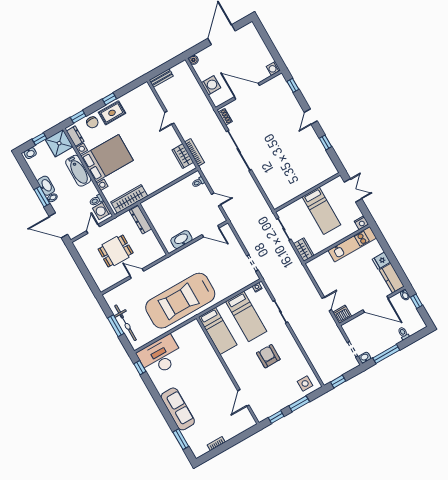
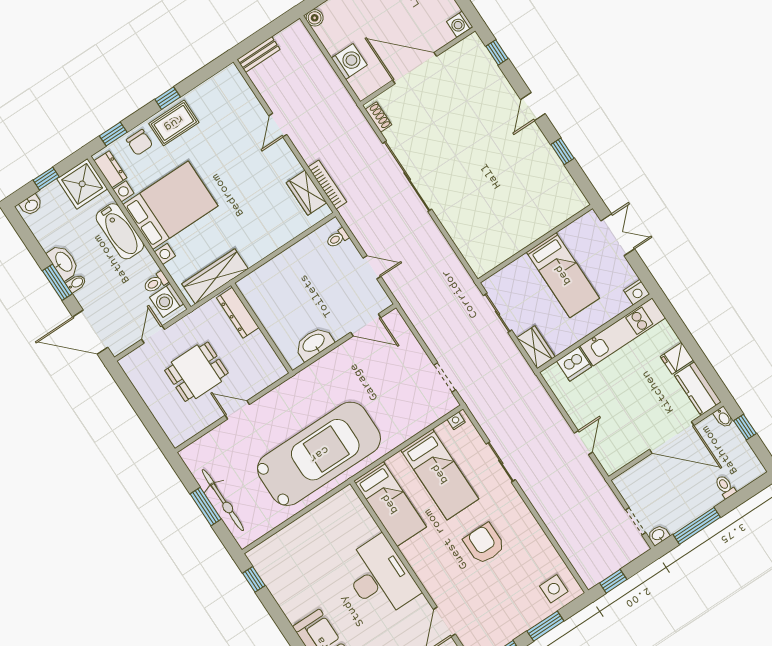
car: (180, 301) -> (319, 454), turned 180
dishwasher: (342, 314) -> (574, 364), moved, turned 180
desk: (160, 356) -> (380, 577), moved, turned 90

